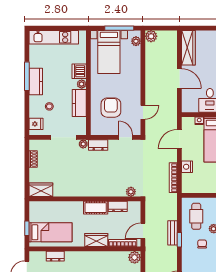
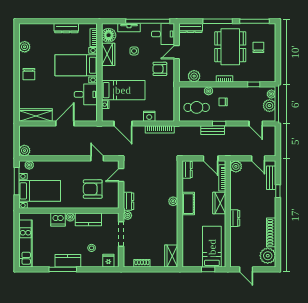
plant: (131, 192) -> (173, 201), moved
dresser: (118, 206) -> (187, 169), moved
dresser: (55, 256) -> (235, 218), moved

